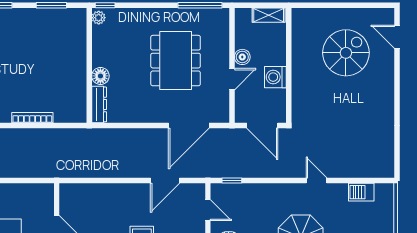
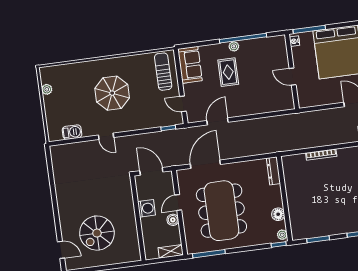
shelving: (269, 15) -> (171, 251), moved
dining table: (176, 61) -> (221, 211), width x1.36, depth x1.24
floor lamp: (100, 76) -> (278, 214), moved

